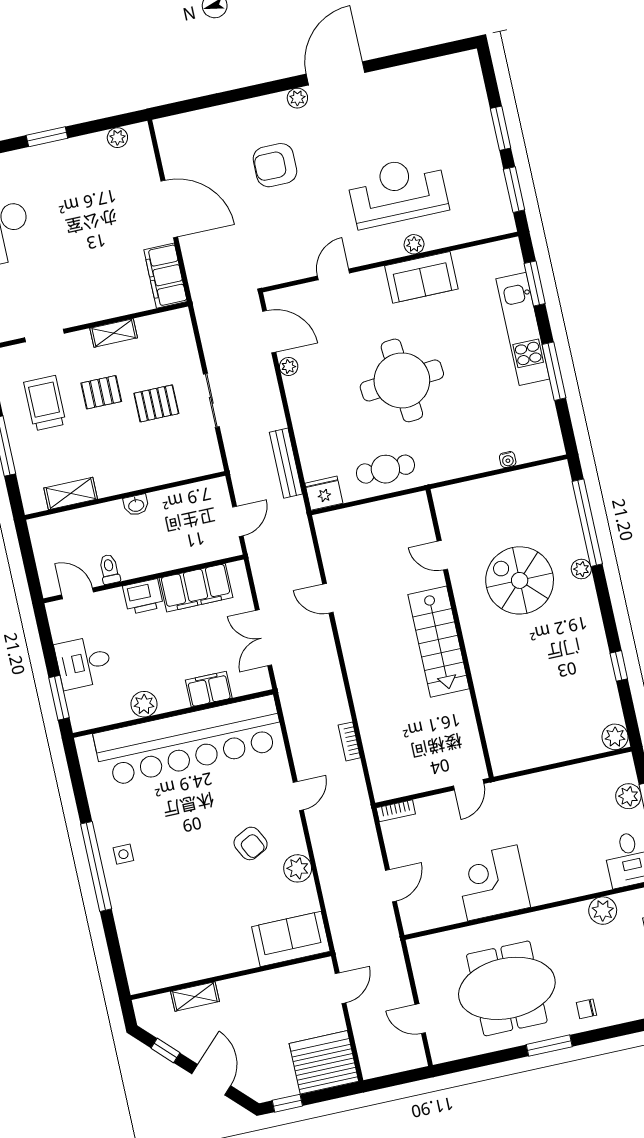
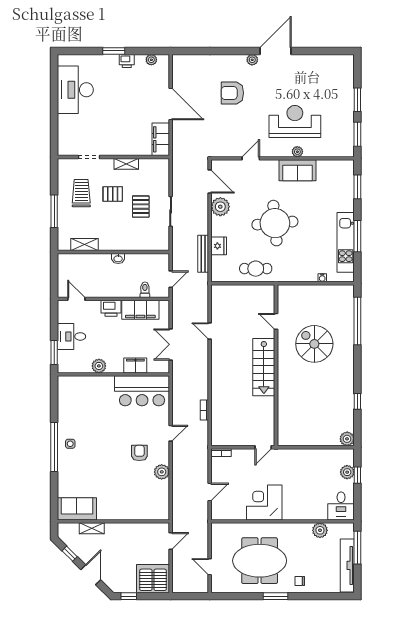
printer: (74, 149) -> (127, 61), added
kitchen unit: (523, 329) -> (346, 242), moved
plant: (289, 366) -> (220, 207), width x1.87, depth x1.87
pallet: (156, 403) -> (141, 207), turned 90
fridge: (324, 493) -> (219, 246), moved, turned 90
toilet: (109, 569) -> (145, 290), moved
plant: (581, 569) -> (349, 345), removed
bar counter: (189, 741) -> (142, 391), width x0.54
armchair: (251, 843) -> (139, 453), turned -153
sofa: (291, 939) -> (77, 509), moved

